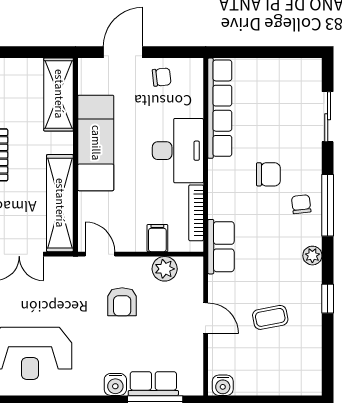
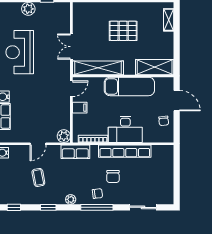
row of seats: (220, 108) -> (125, 151), moved
filing cabinet: (157, 238) -> (80, 108), moved
plant: (165, 269) -> (64, 136), moved
armchair: (122, 302) -> (47, 100), removed
window: (328, 365) -> (14, 207), added

